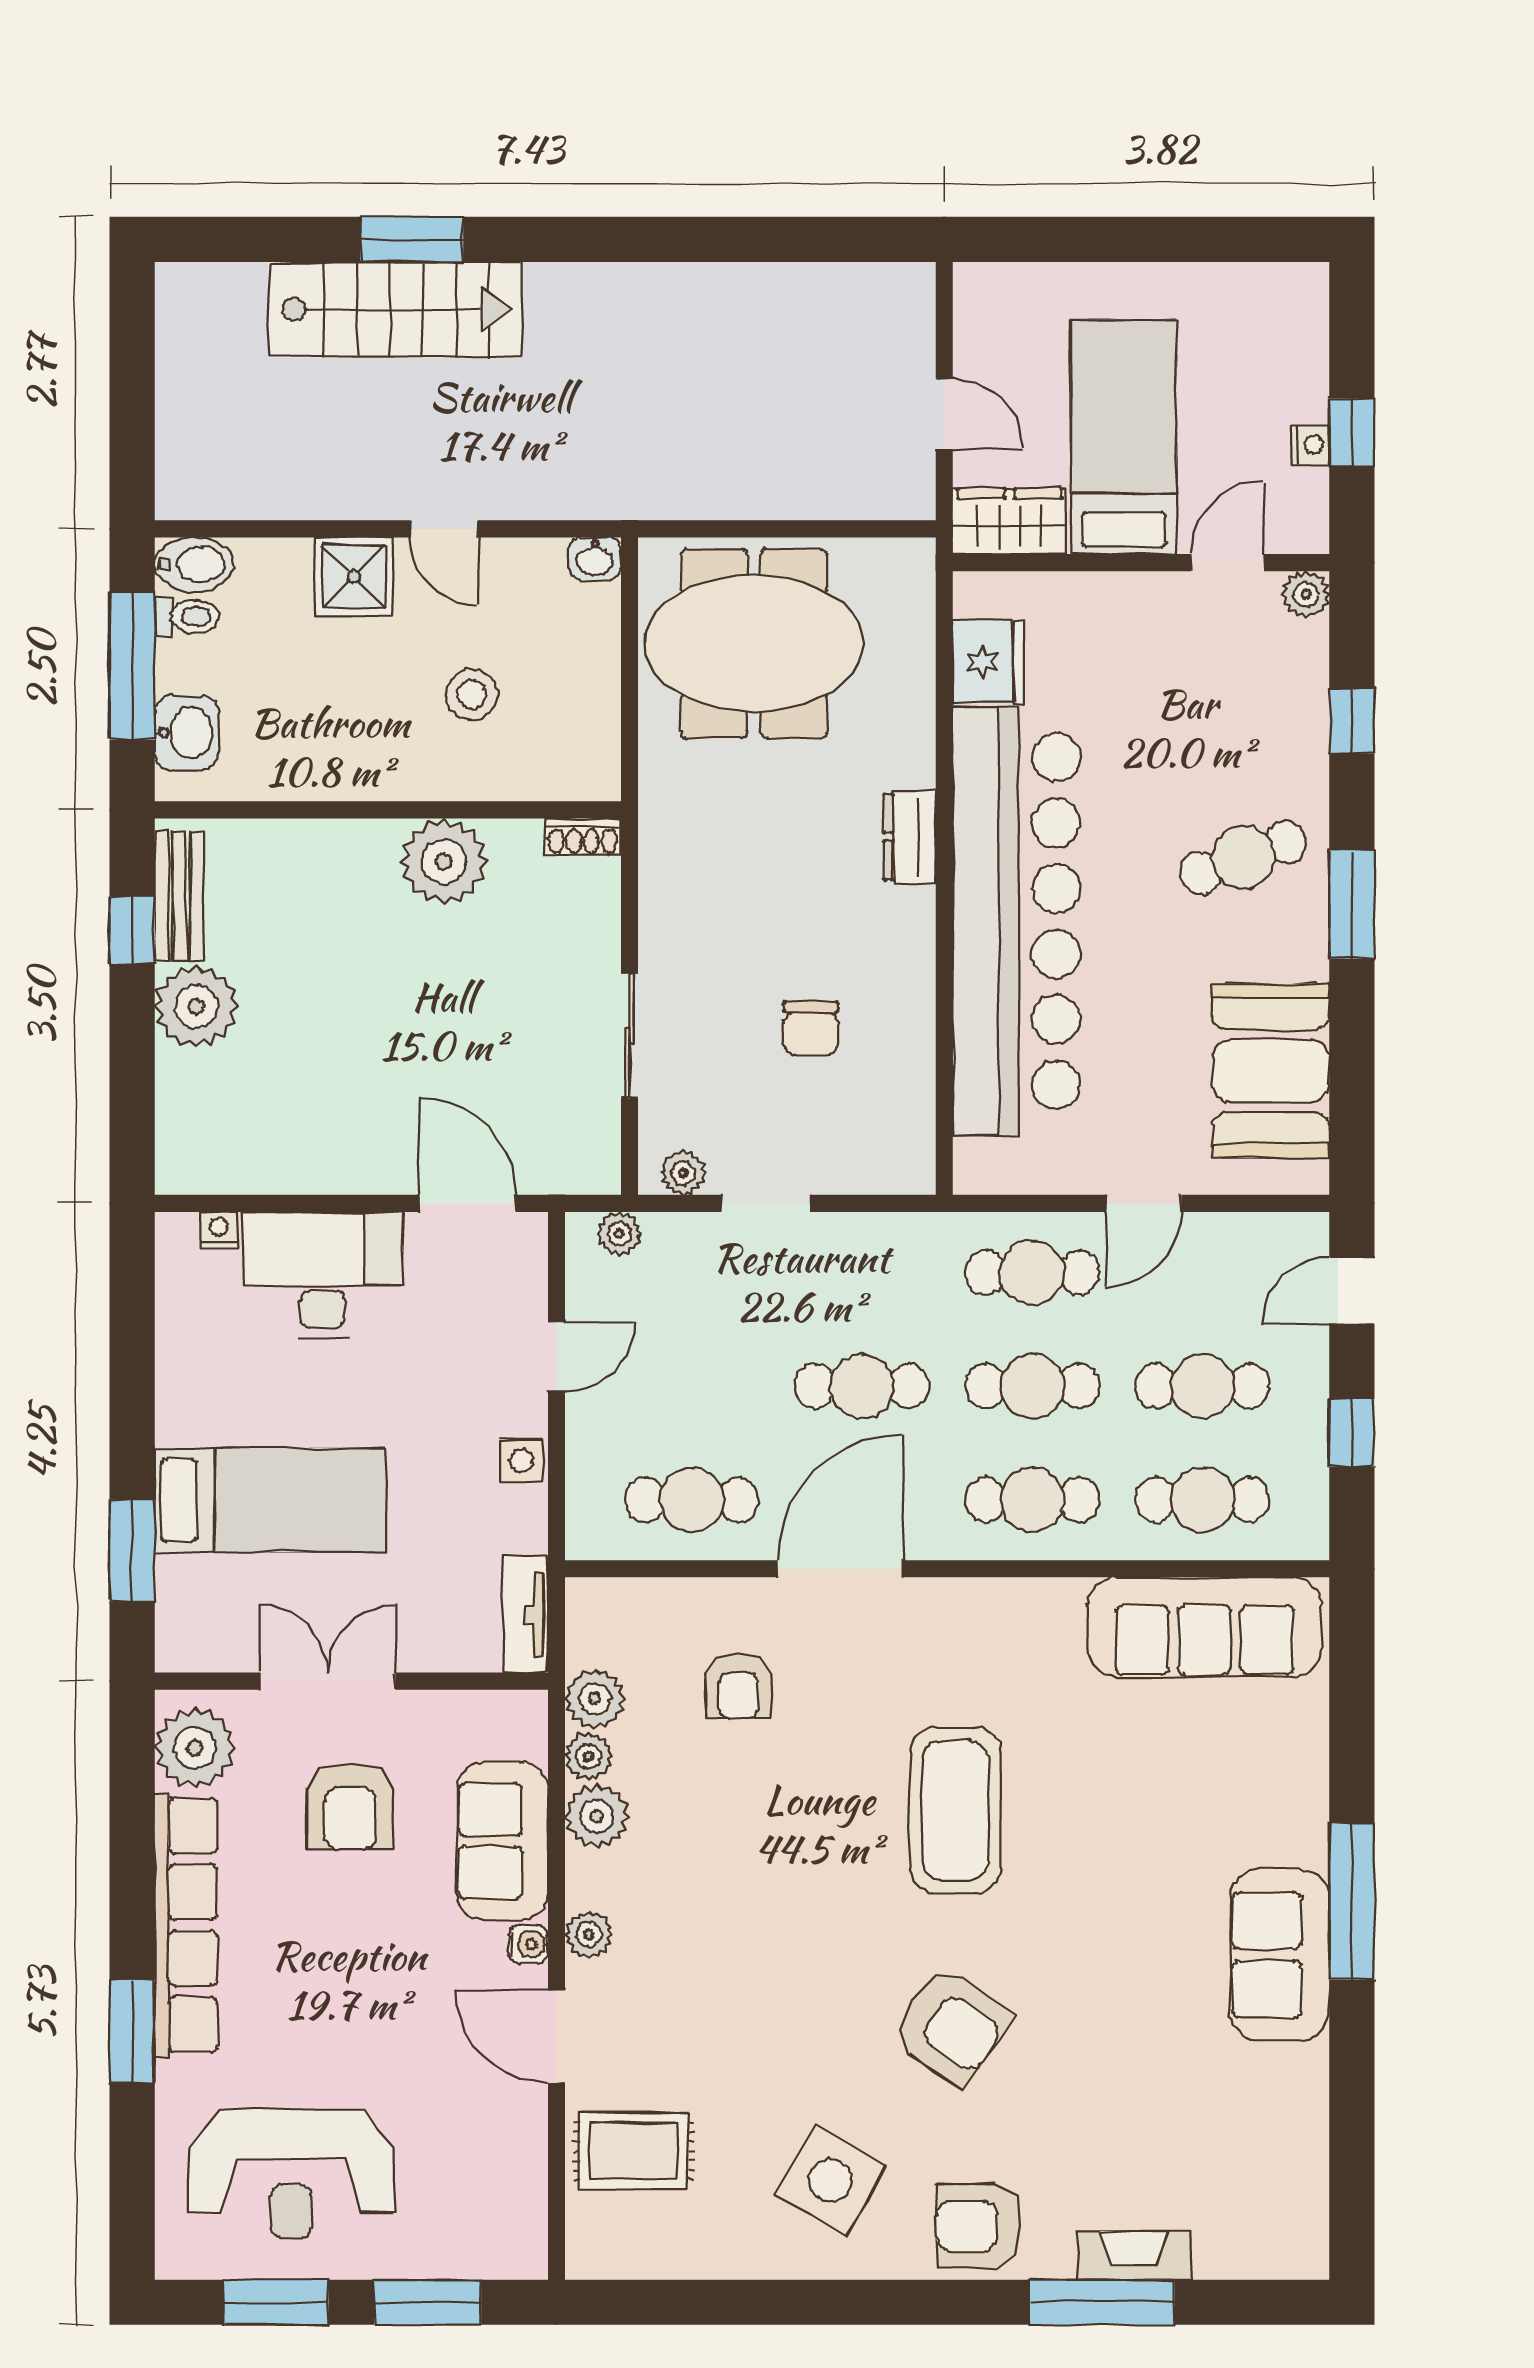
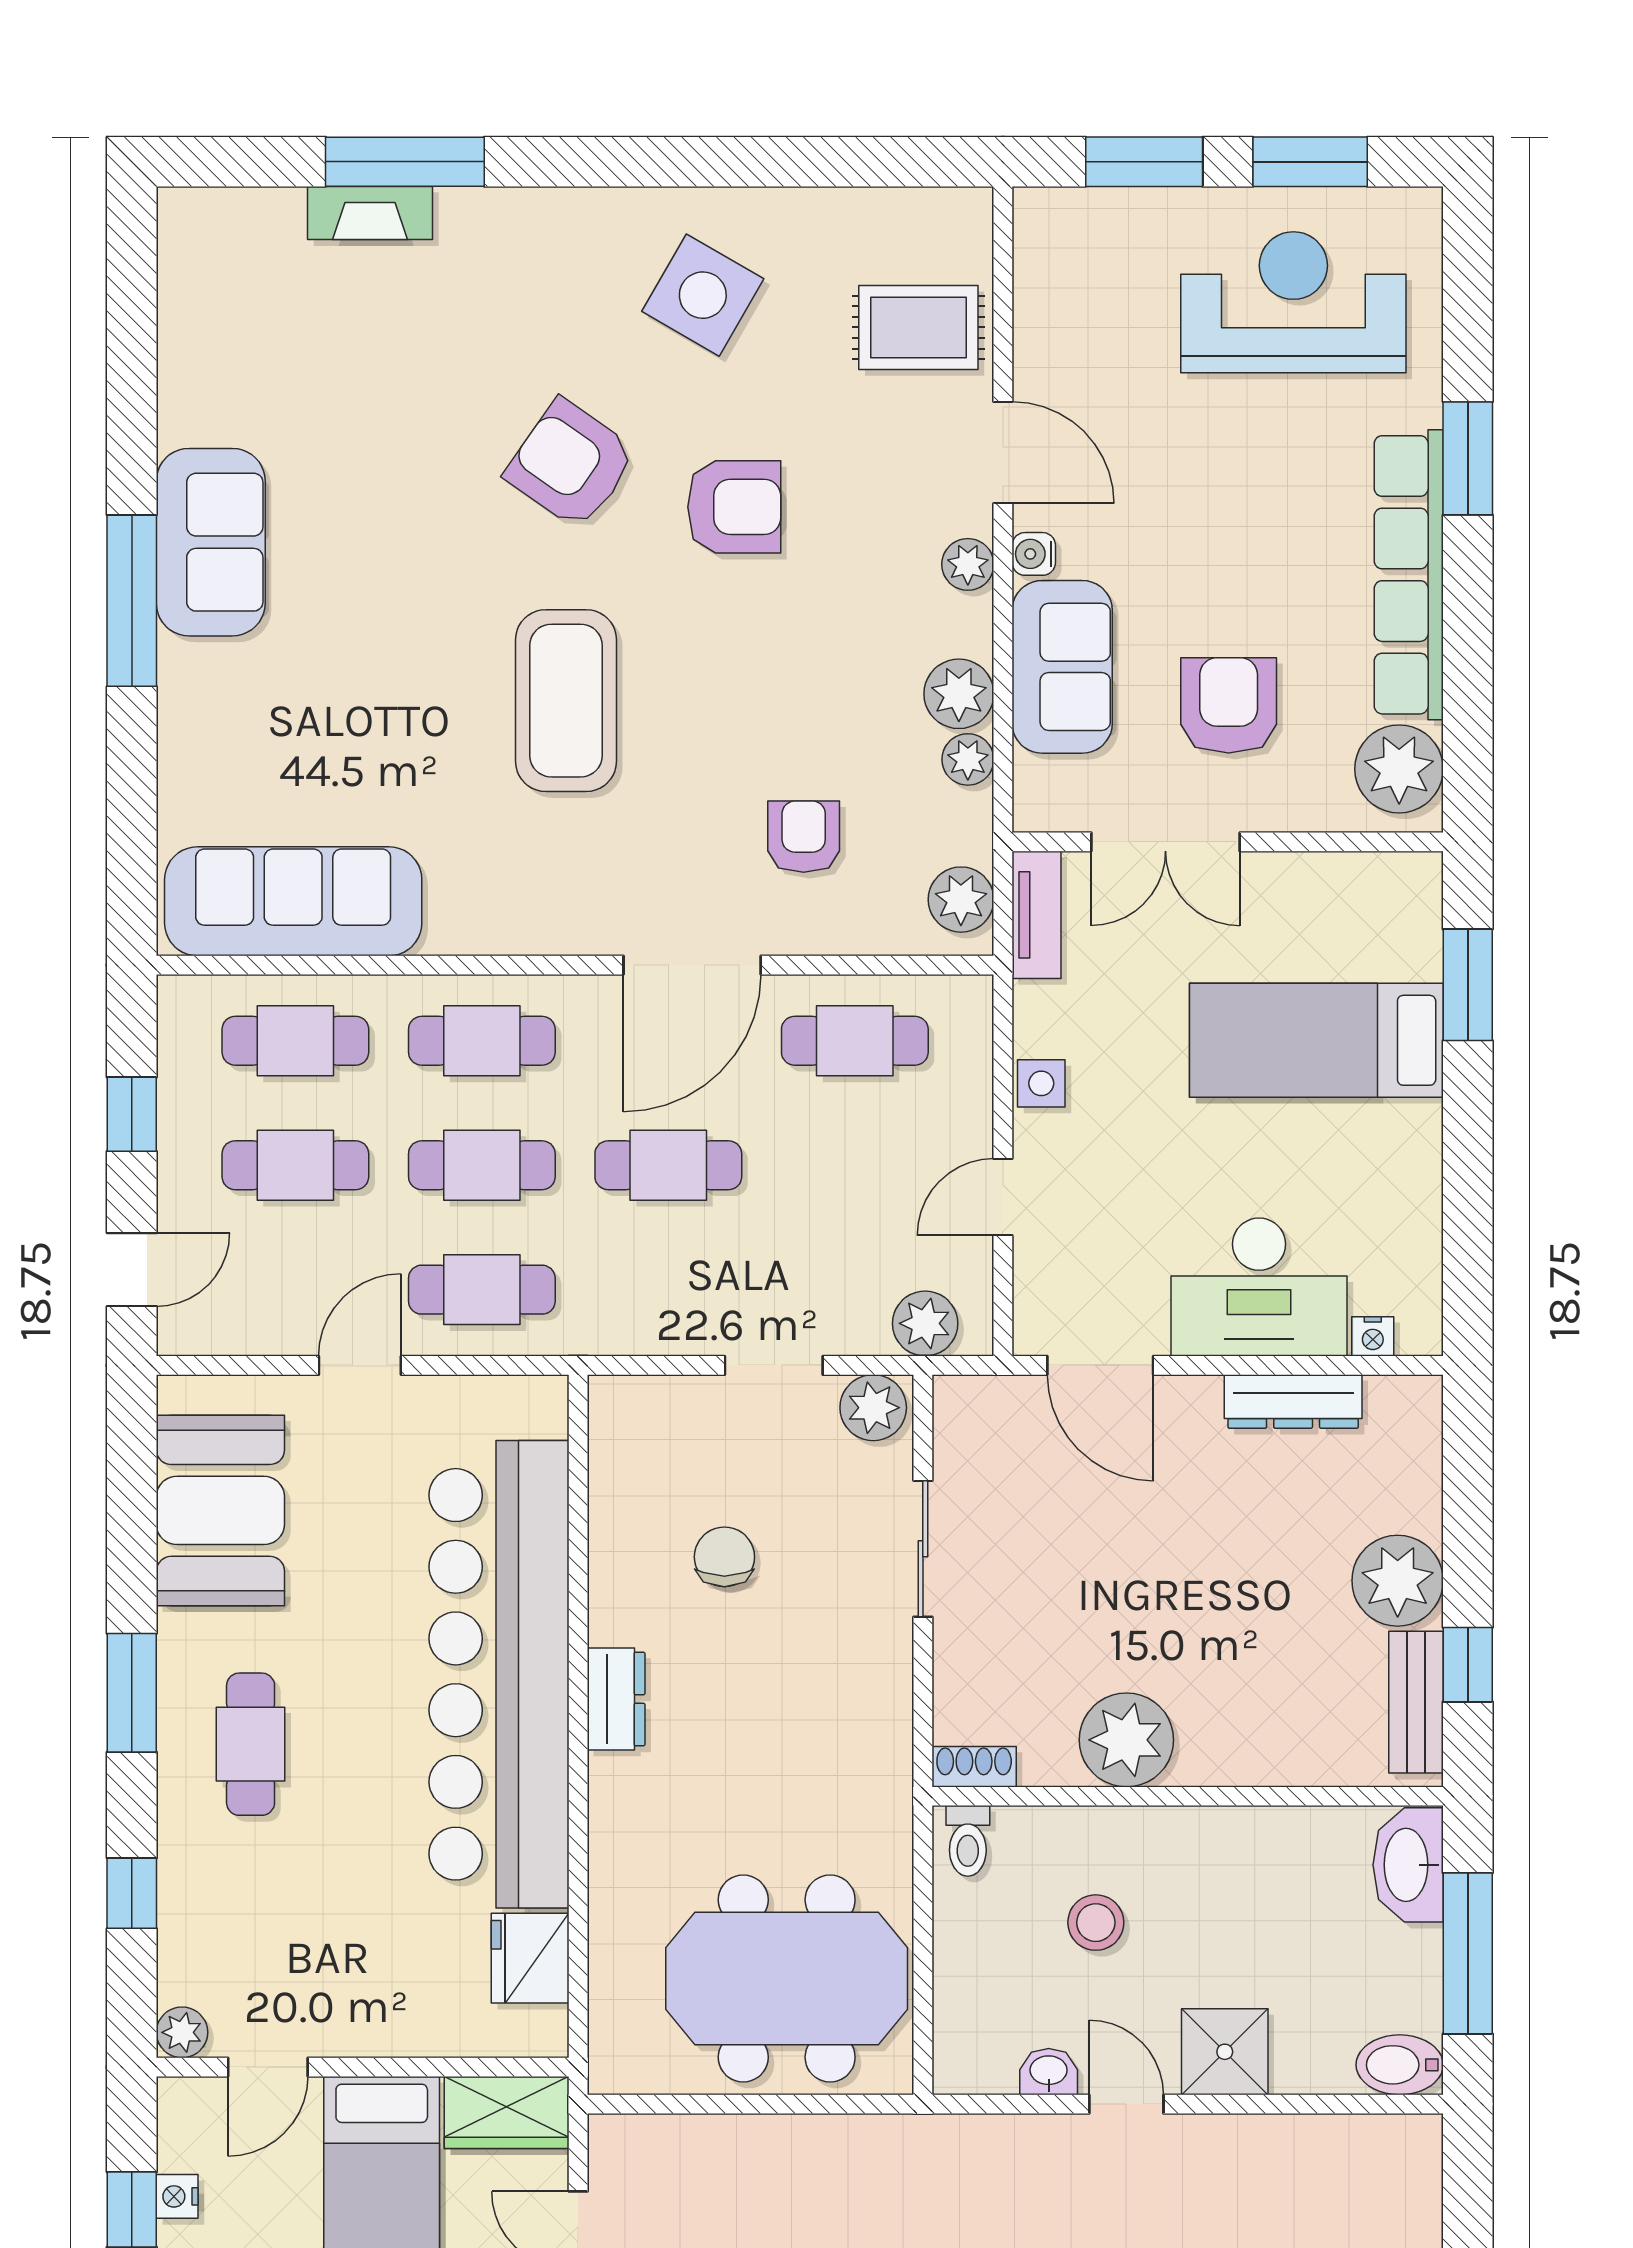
washbasin: (595, 559) -> (1049, 2072), moved
toilet: (187, 617) -> (968, 1841), moved, turned -90
washbasin: (187, 733) -> (1408, 1865), width x1.38
dresser: (910, 837) -> (616, 1699), moved
cafe table: (1243, 857) -> (251, 1744), turned -70
dresser: (292, 1170) -> (1293, 1401), added
plant: (683, 1173) -> (873, 1408), width x1.38, depth x1.38
plant: (619, 1233) -> (925, 1323), width x1.38, depth x1.38
double door: (328, 1681) -> (1165, 842), moved
plant: (595, 1699) -> (961, 900), moved
armchair: (979, 2226) -> (734, 507), moved

